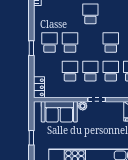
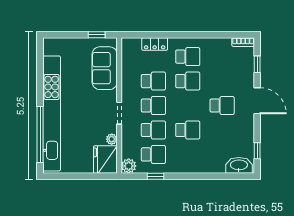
window: (31, 48) -> (181, 35), removed
locker: (39, 87) -> (155, 44), moved
plant: (83, 106) -> (112, 139), moved
window: (31, 138) -> (97, 35), moved

